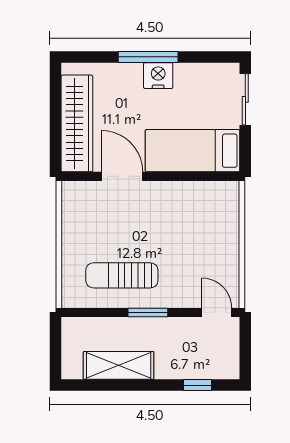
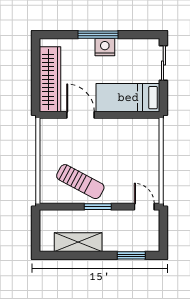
sun lounger: (122, 275) -> (80, 182), turned -152
window: (197, 385) -> (131, 255), width x1.50

